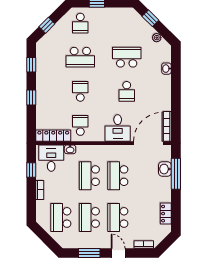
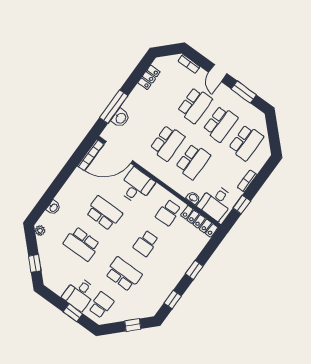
desk: (102, 20) -> (79, 294), added
plant: (157, 38) -> (40, 231), moved
school desk: (127, 91) -> (104, 213), width x1.85

